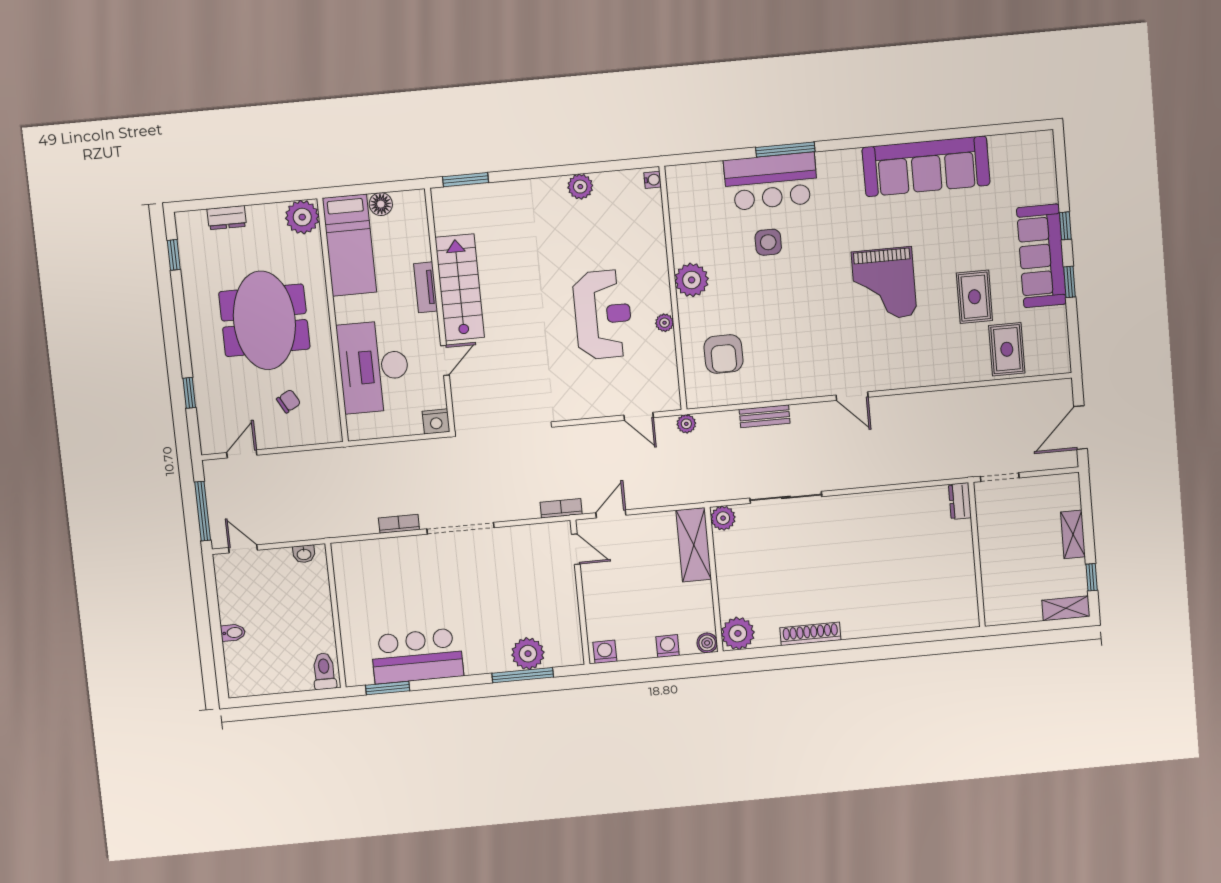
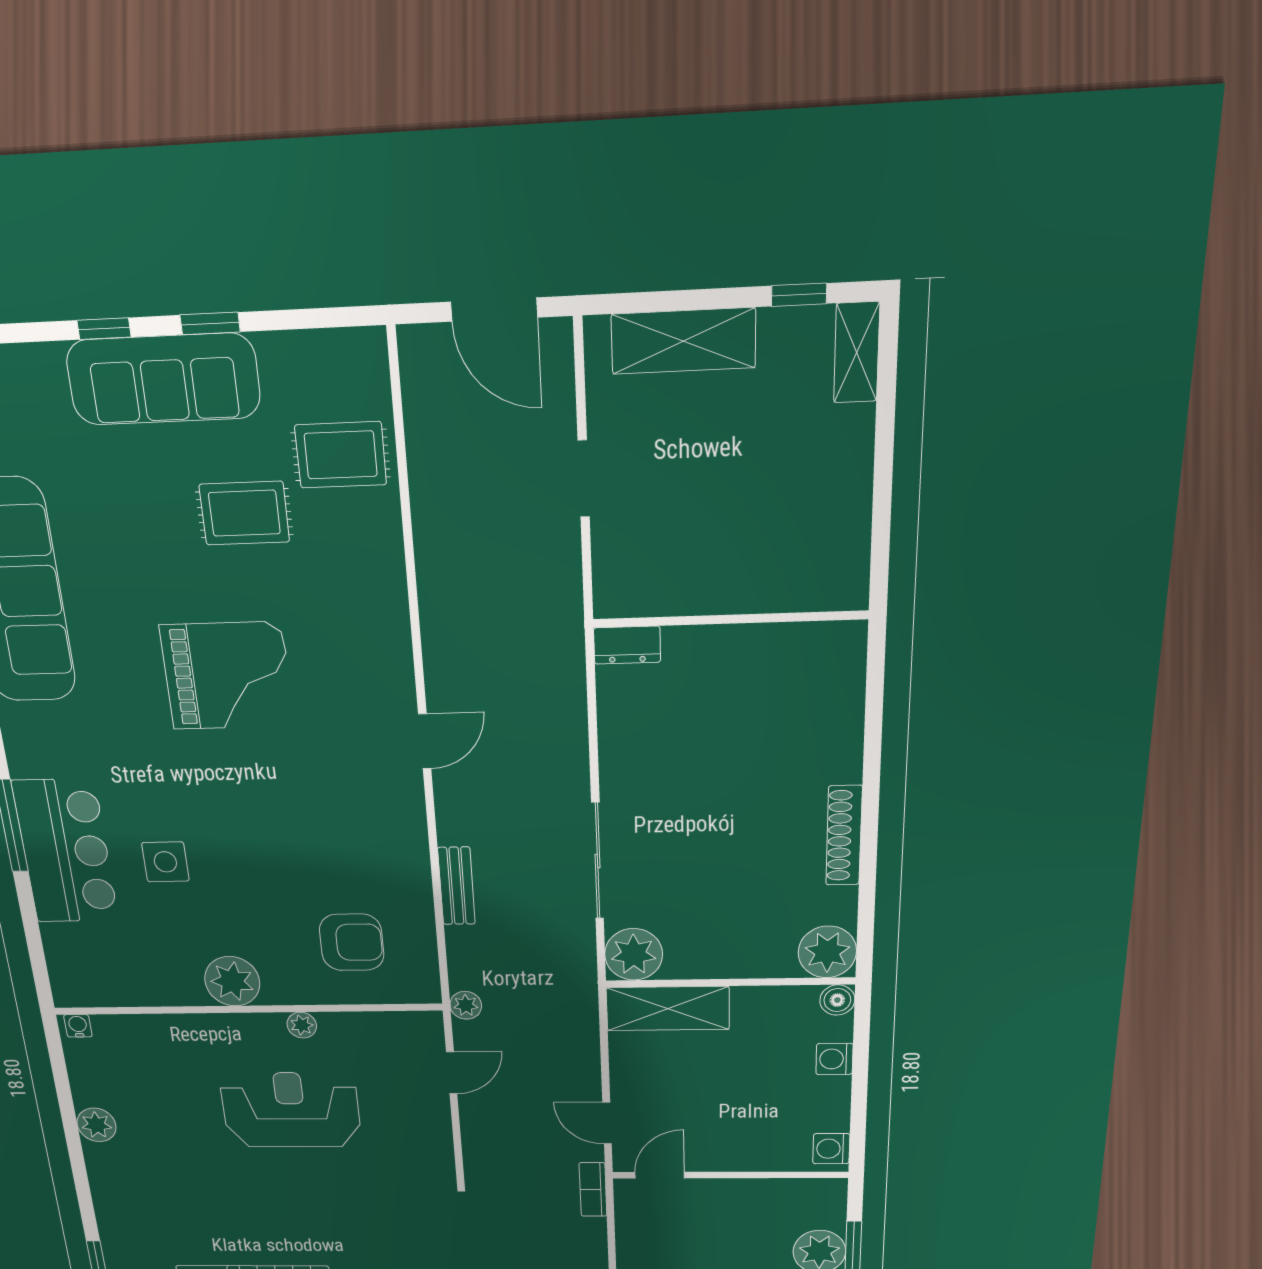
dresser: (960, 501) -> (627, 645), moved
plant: (723, 518) -> (634, 954), width x1.36, depth x1.36
shelving: (1073, 534) -> (683, 341), width x1.50, depth x1.33
wall: (977, 555) -> (730, 619), moved

